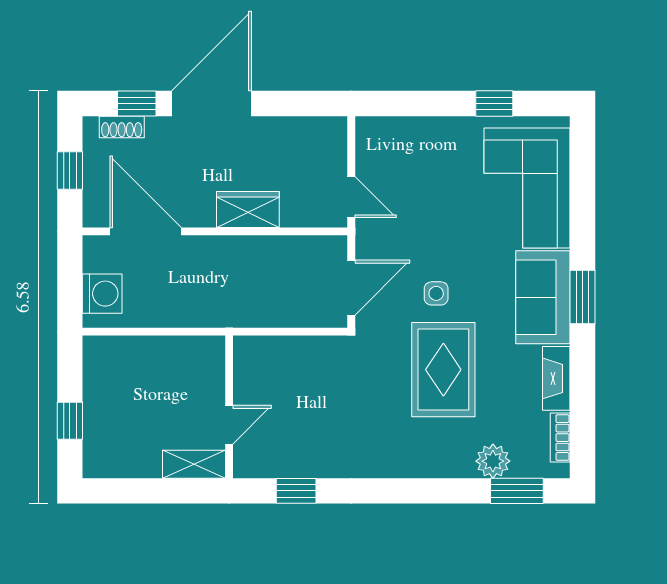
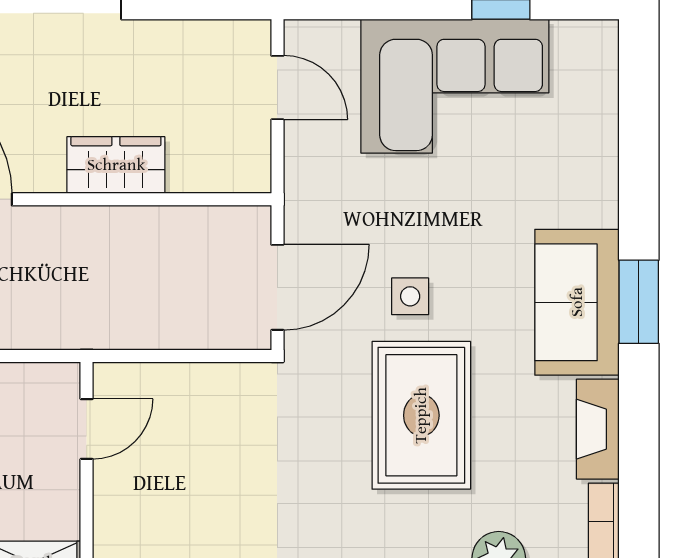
corner sofa: (527, 188) -> (455, 86), moved, turned -90
door: (351, 197) -> (277, 88), moved
door: (229, 425) -> (87, 429), moved

